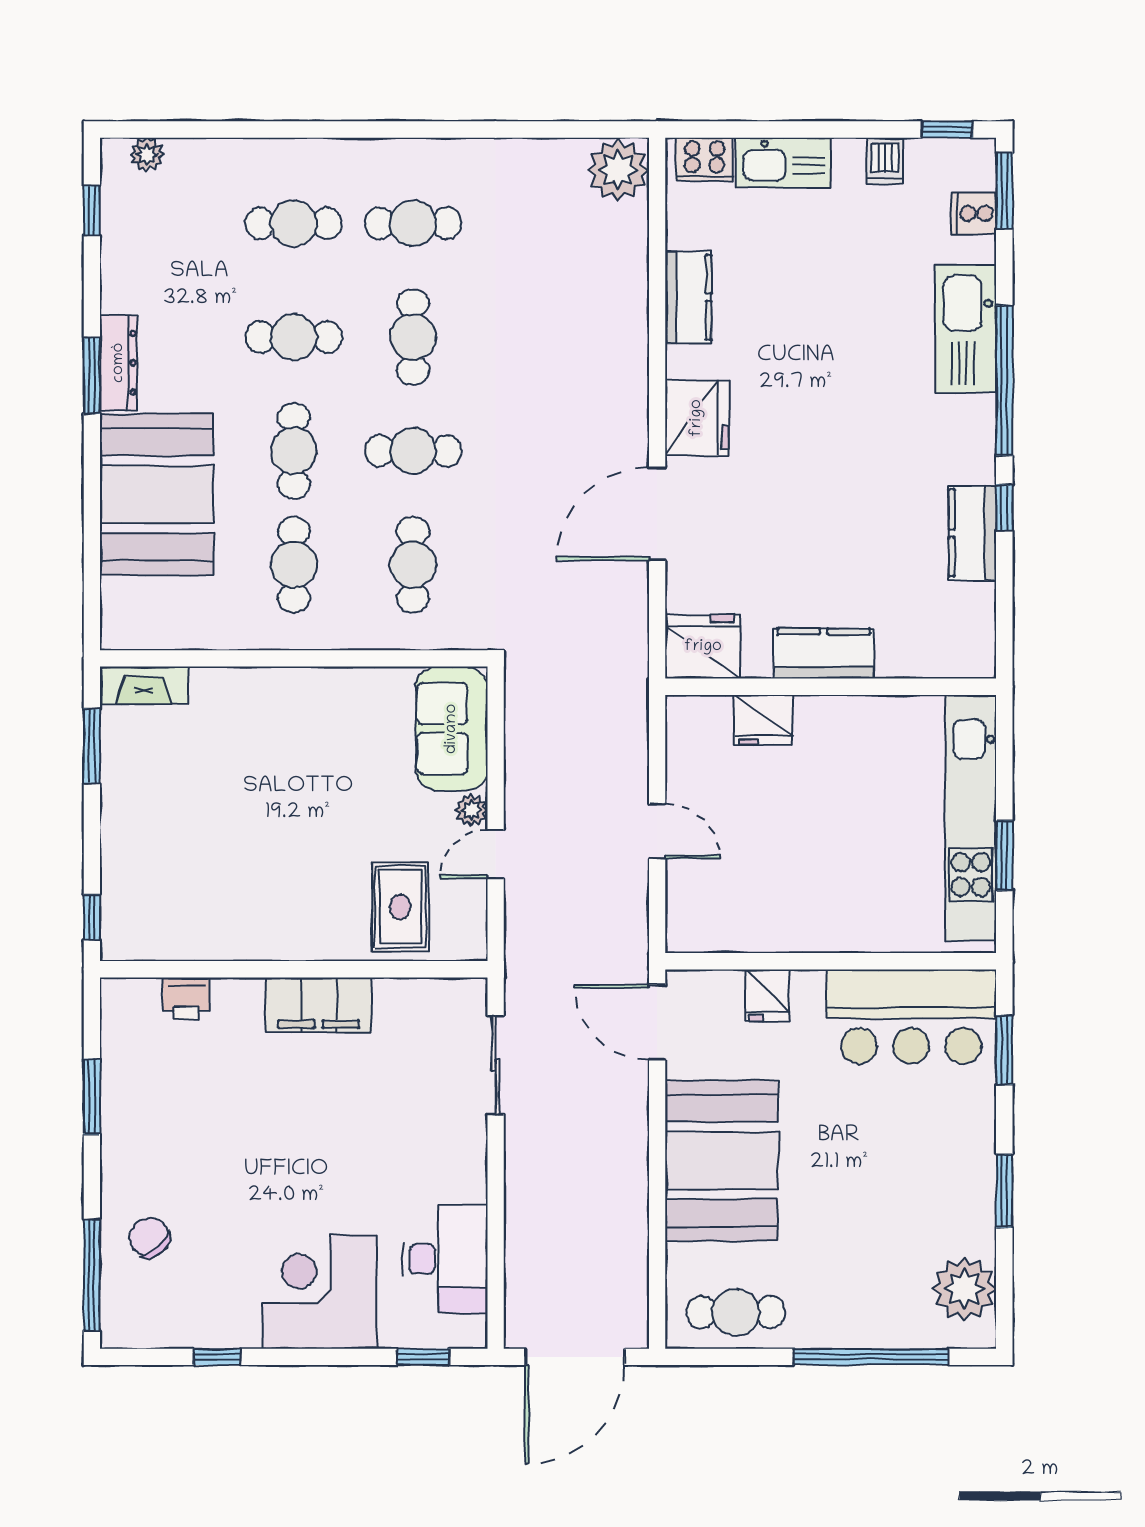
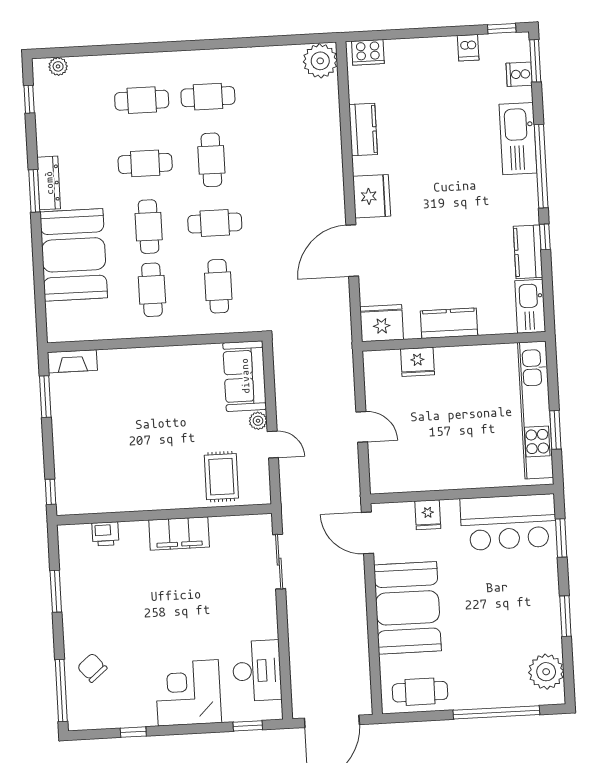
kitchen sink: (783, 163) -> (530, 306), moved, turned 90
door: (496, 854) -> (273, 445), swing flipped

